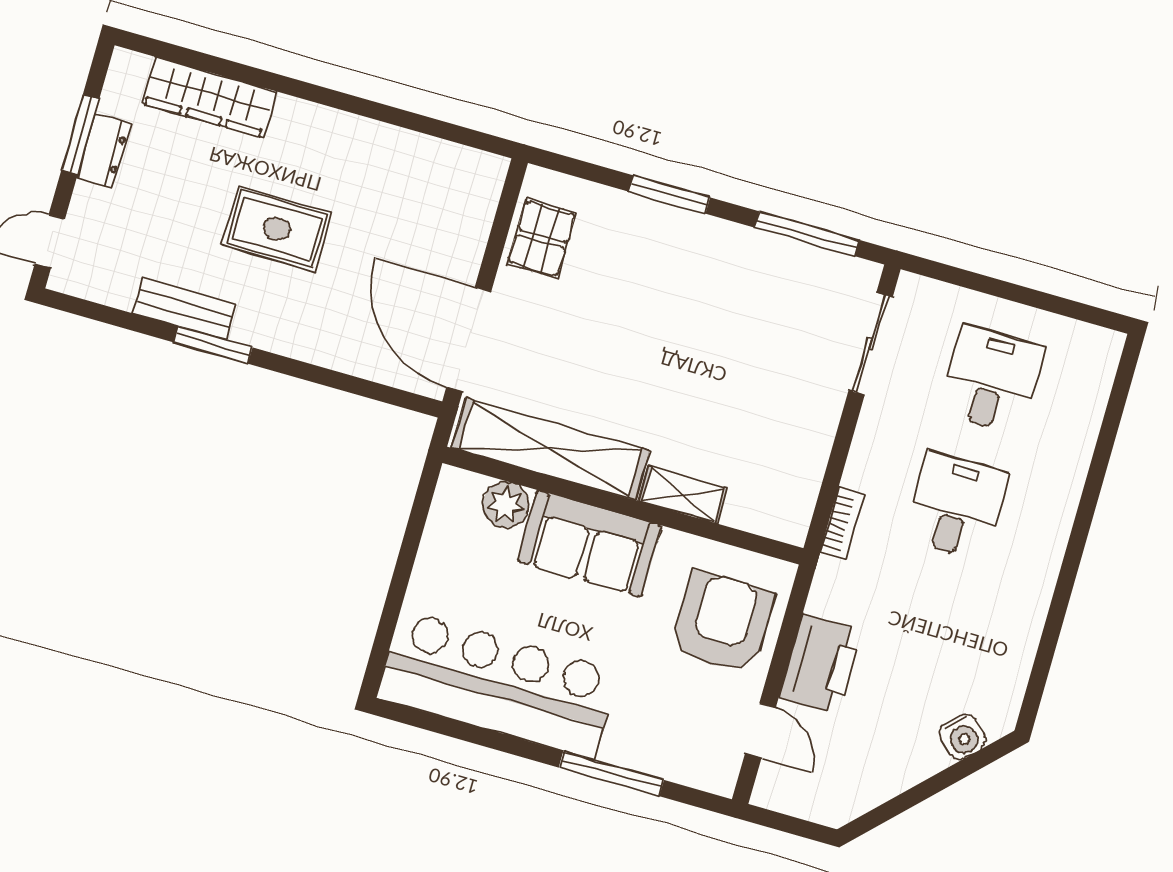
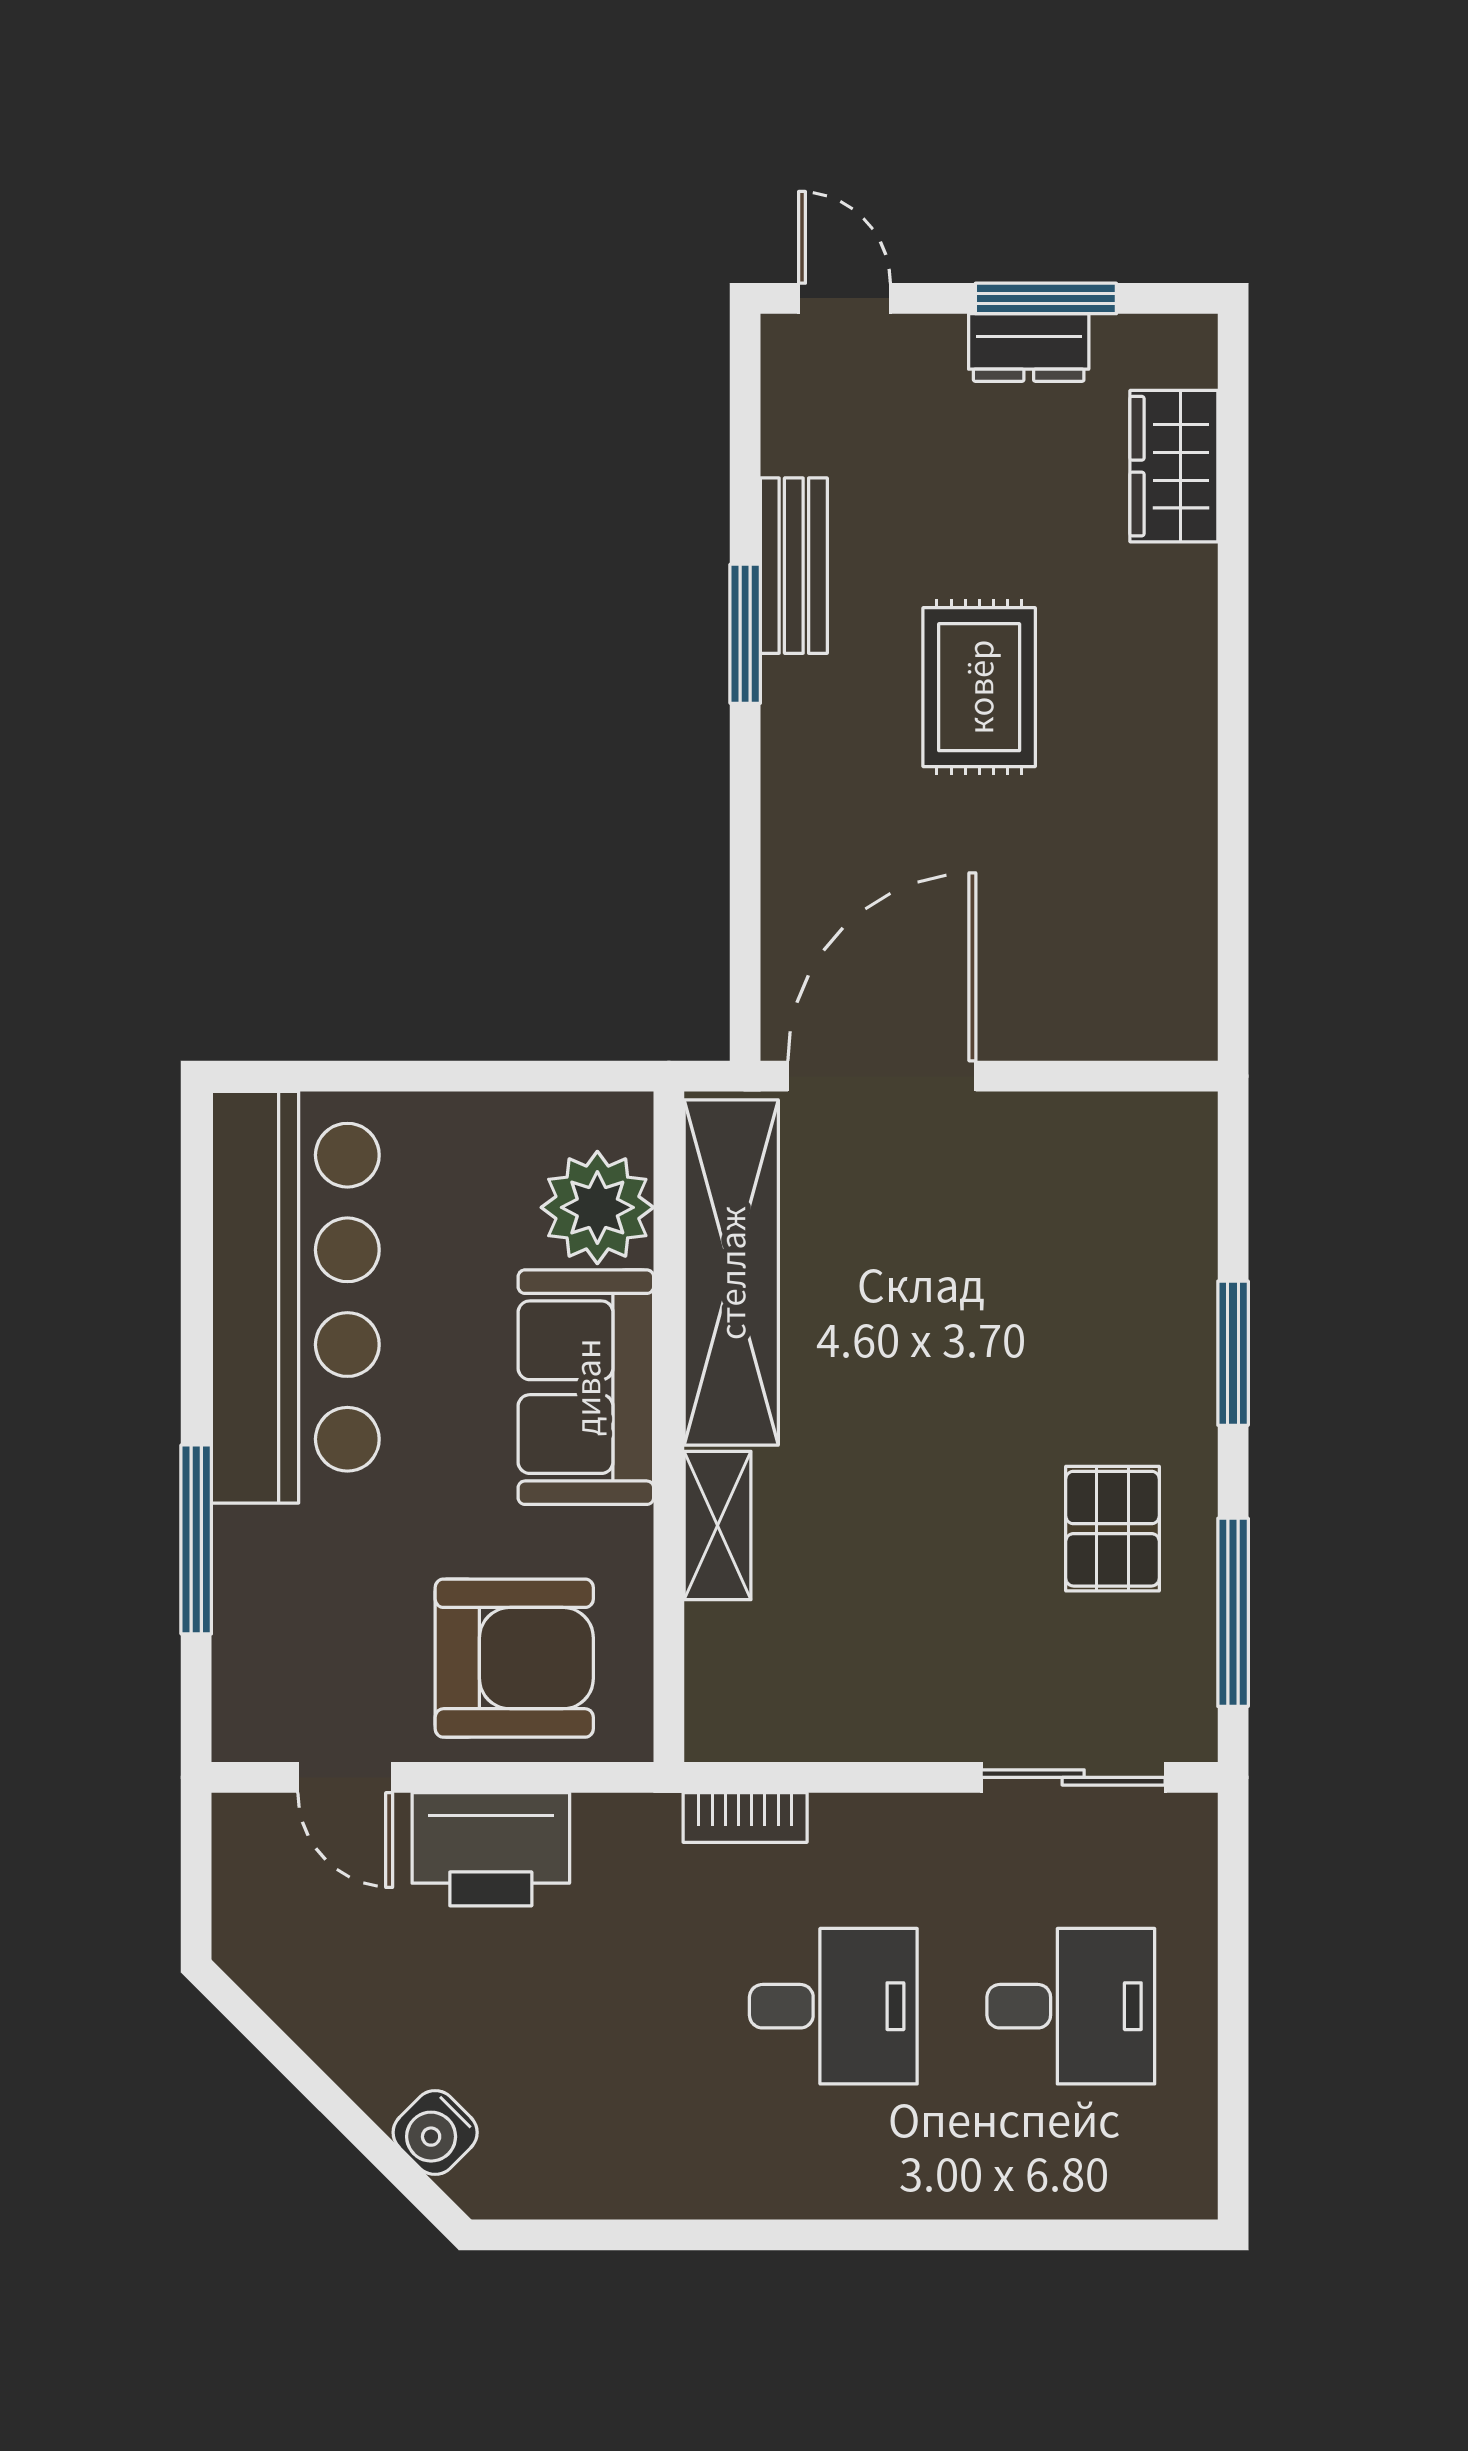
wardrobe: (209, 97) -> (1174, 466), width x0.67
pallet: (541, 238) -> (1113, 1529), moved, turned 90
plant: (506, 505) -> (597, 1207), width x1.36, depth x1.36
door: (760, 731) -> (345, 1777), hinge flipped

